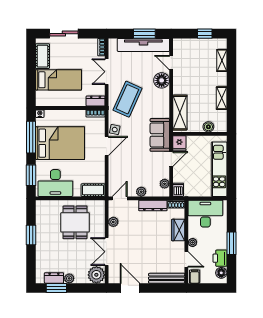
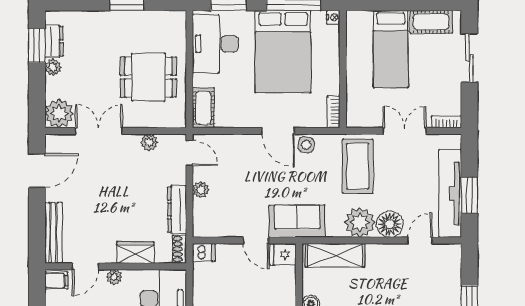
coffee table: (127, 99) -> (358, 166), turned 66
dresser: (96, 101) -> (355, 112), removed
plant: (165, 184) -> (360, 222), moved, width x1.87, depth x1.87

